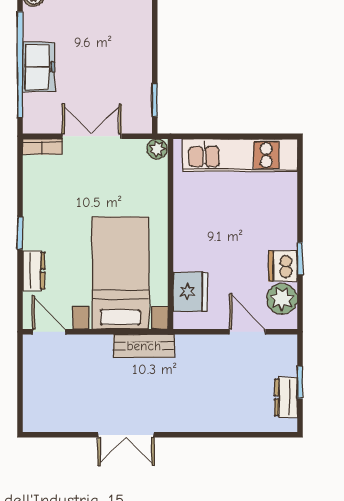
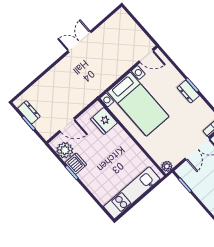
dresser: (34, 271) -> (188, 92), moved
bench: (144, 346) -> (103, 83), removed

